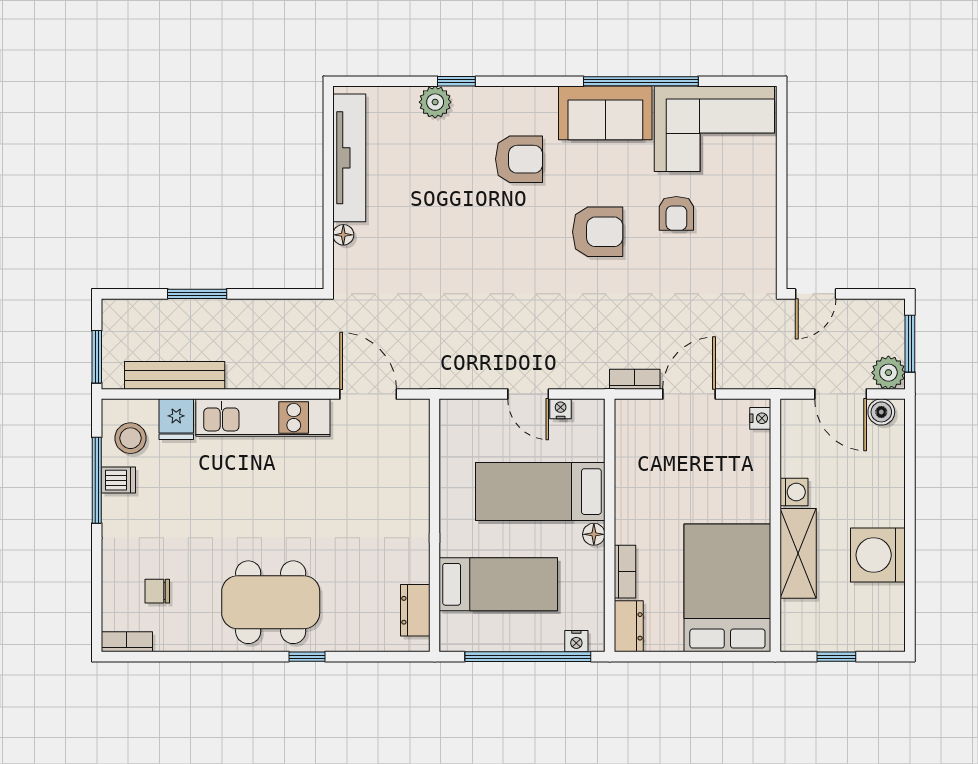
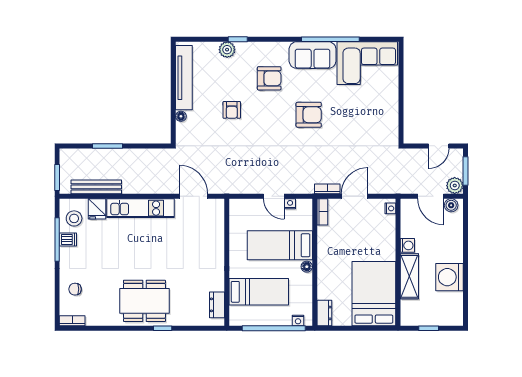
armchair: (676, 213) -> (232, 110), moved
door: (816, 294) -> (439, 146), moved
bookcase: (625, 572) -> (322, 212), moved
chair: (157, 591) -> (75, 289), moved

